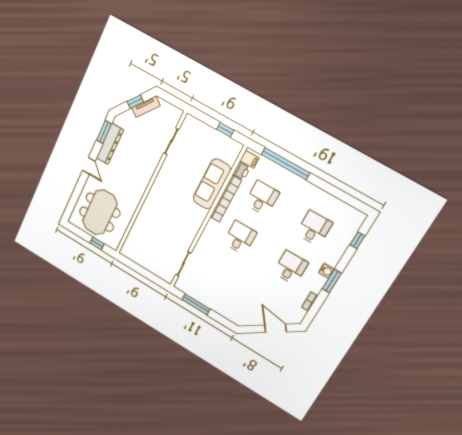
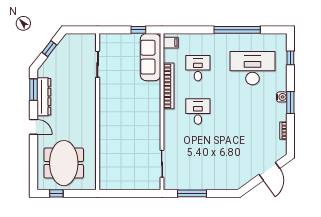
tv unit: (146, 107) -> (61, 48), removed
window: (285, 164) -> (237, 30), moved
printer: (241, 171) -> (169, 56), removed
sofa: (212, 184) -> (151, 57), moved
desk: (314, 228) -> (252, 68), width x1.87, depth x1.30
window: (97, 243) -> (56, 193), moved
desk: (291, 268) -> (252, 112), removed
door: (275, 328) -> (269, 171), swing flipped

